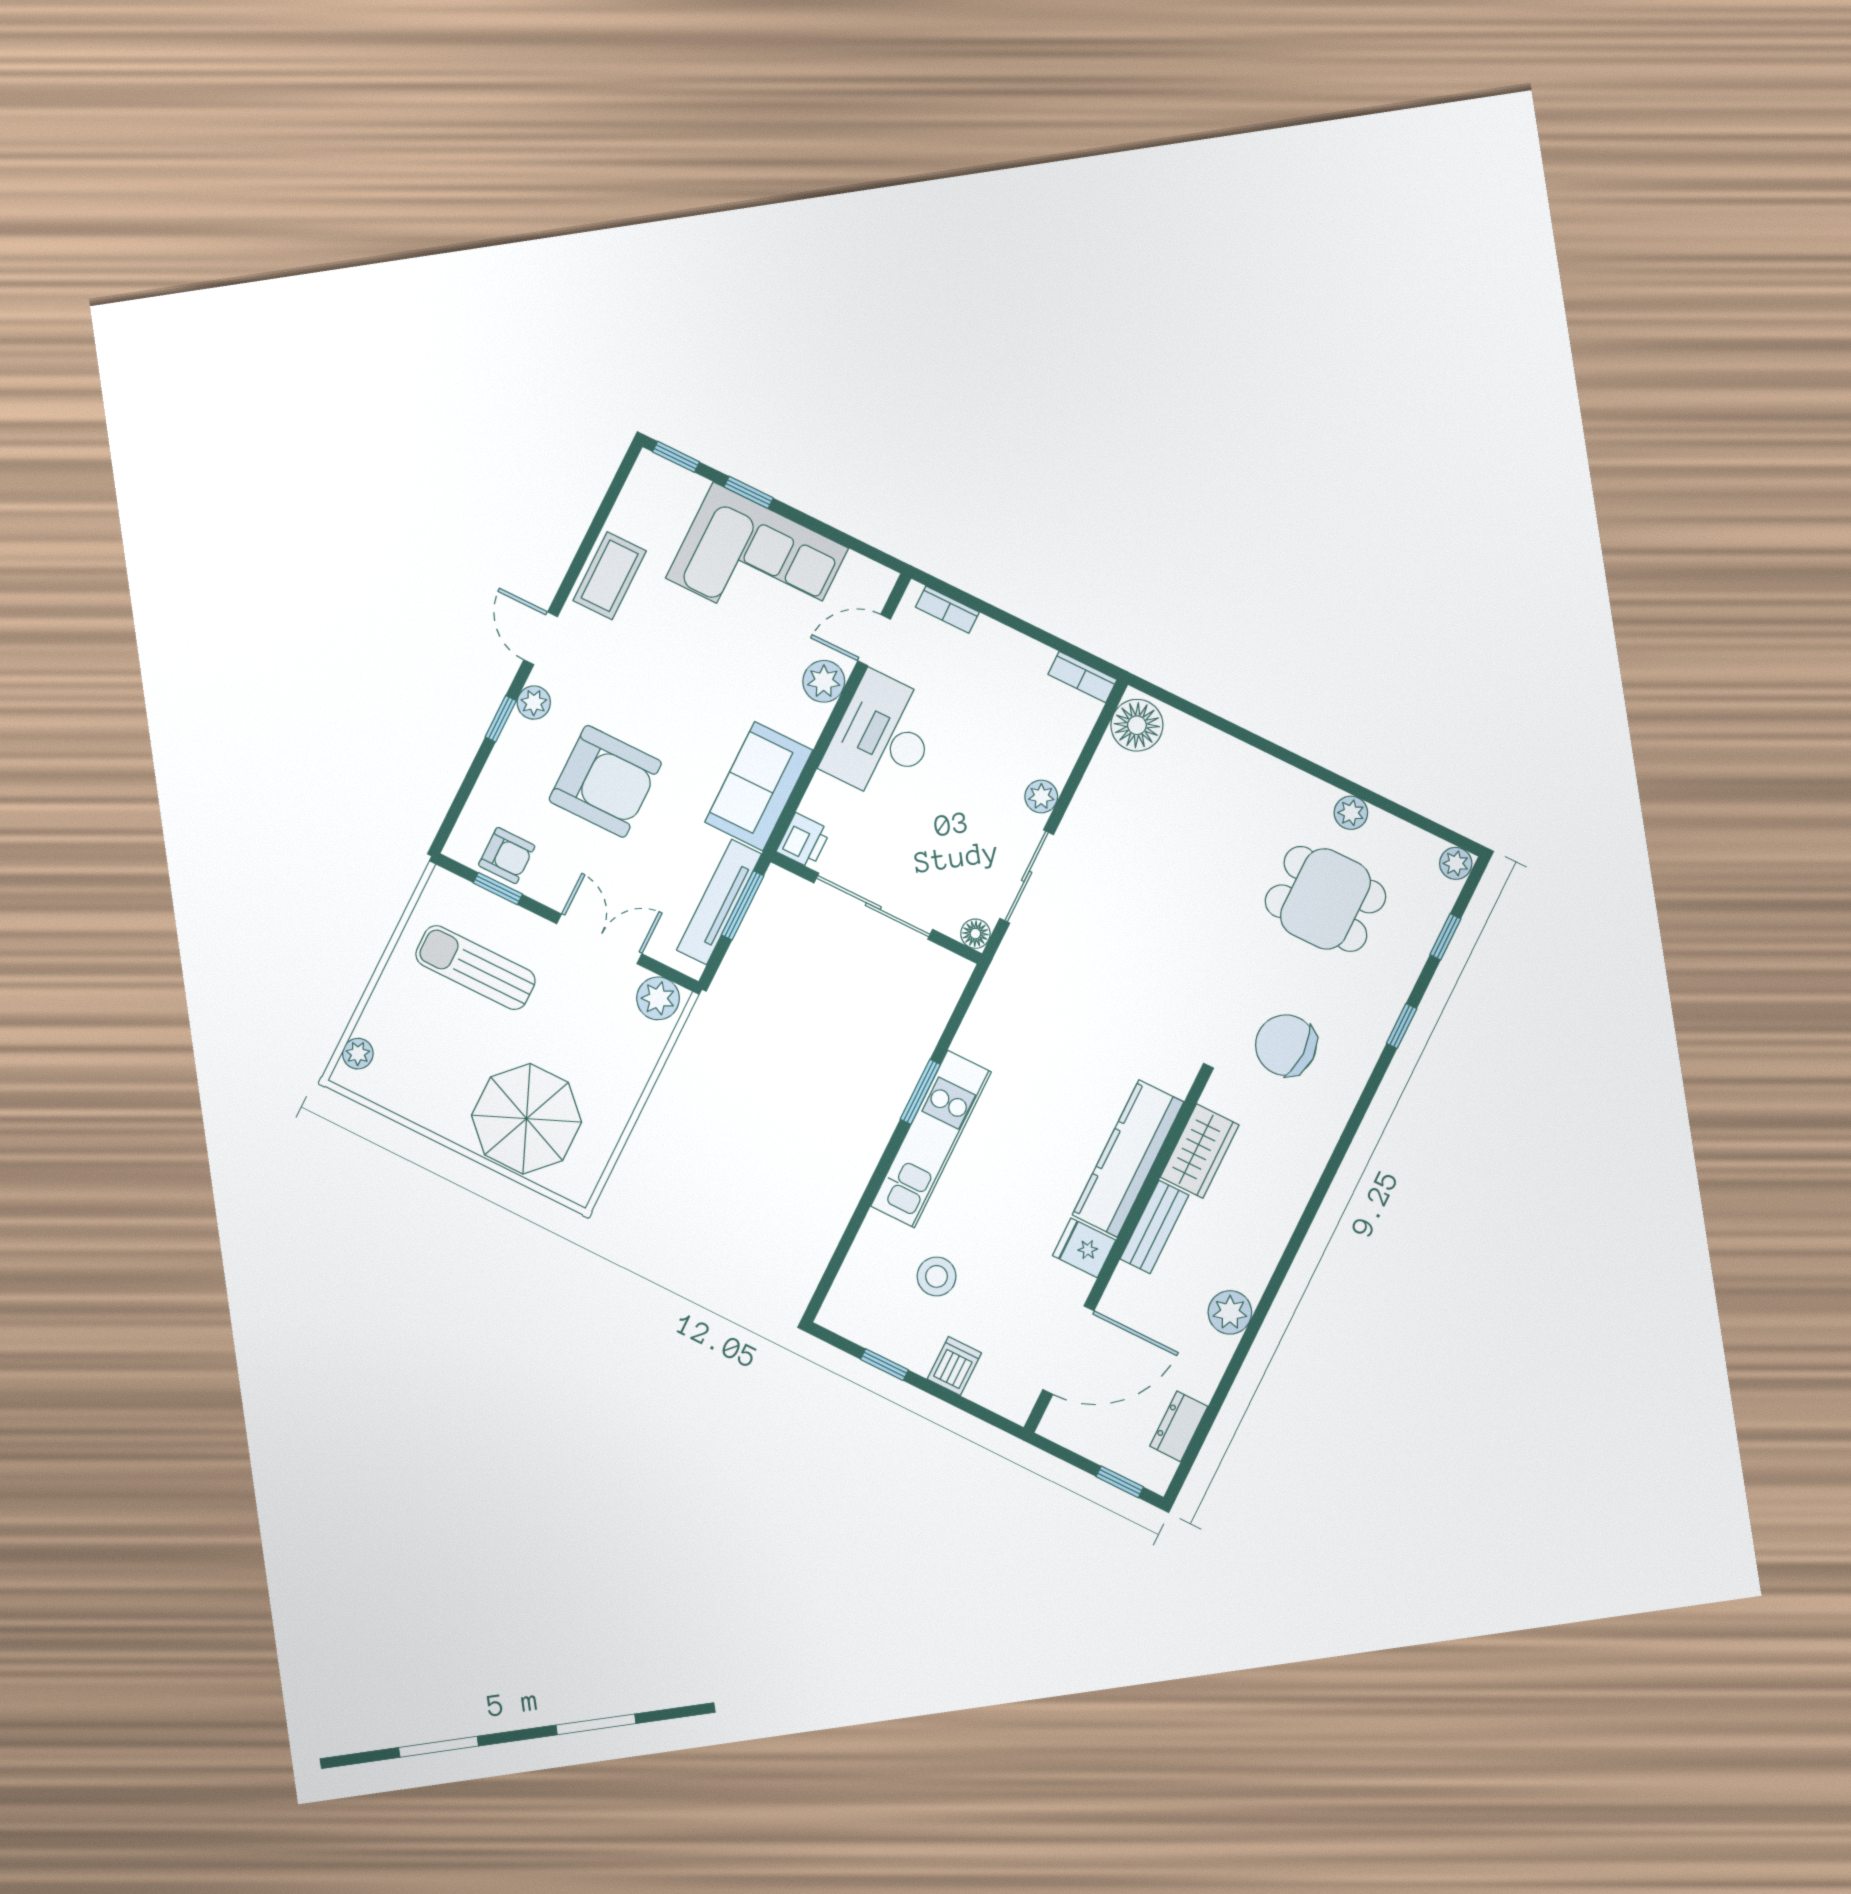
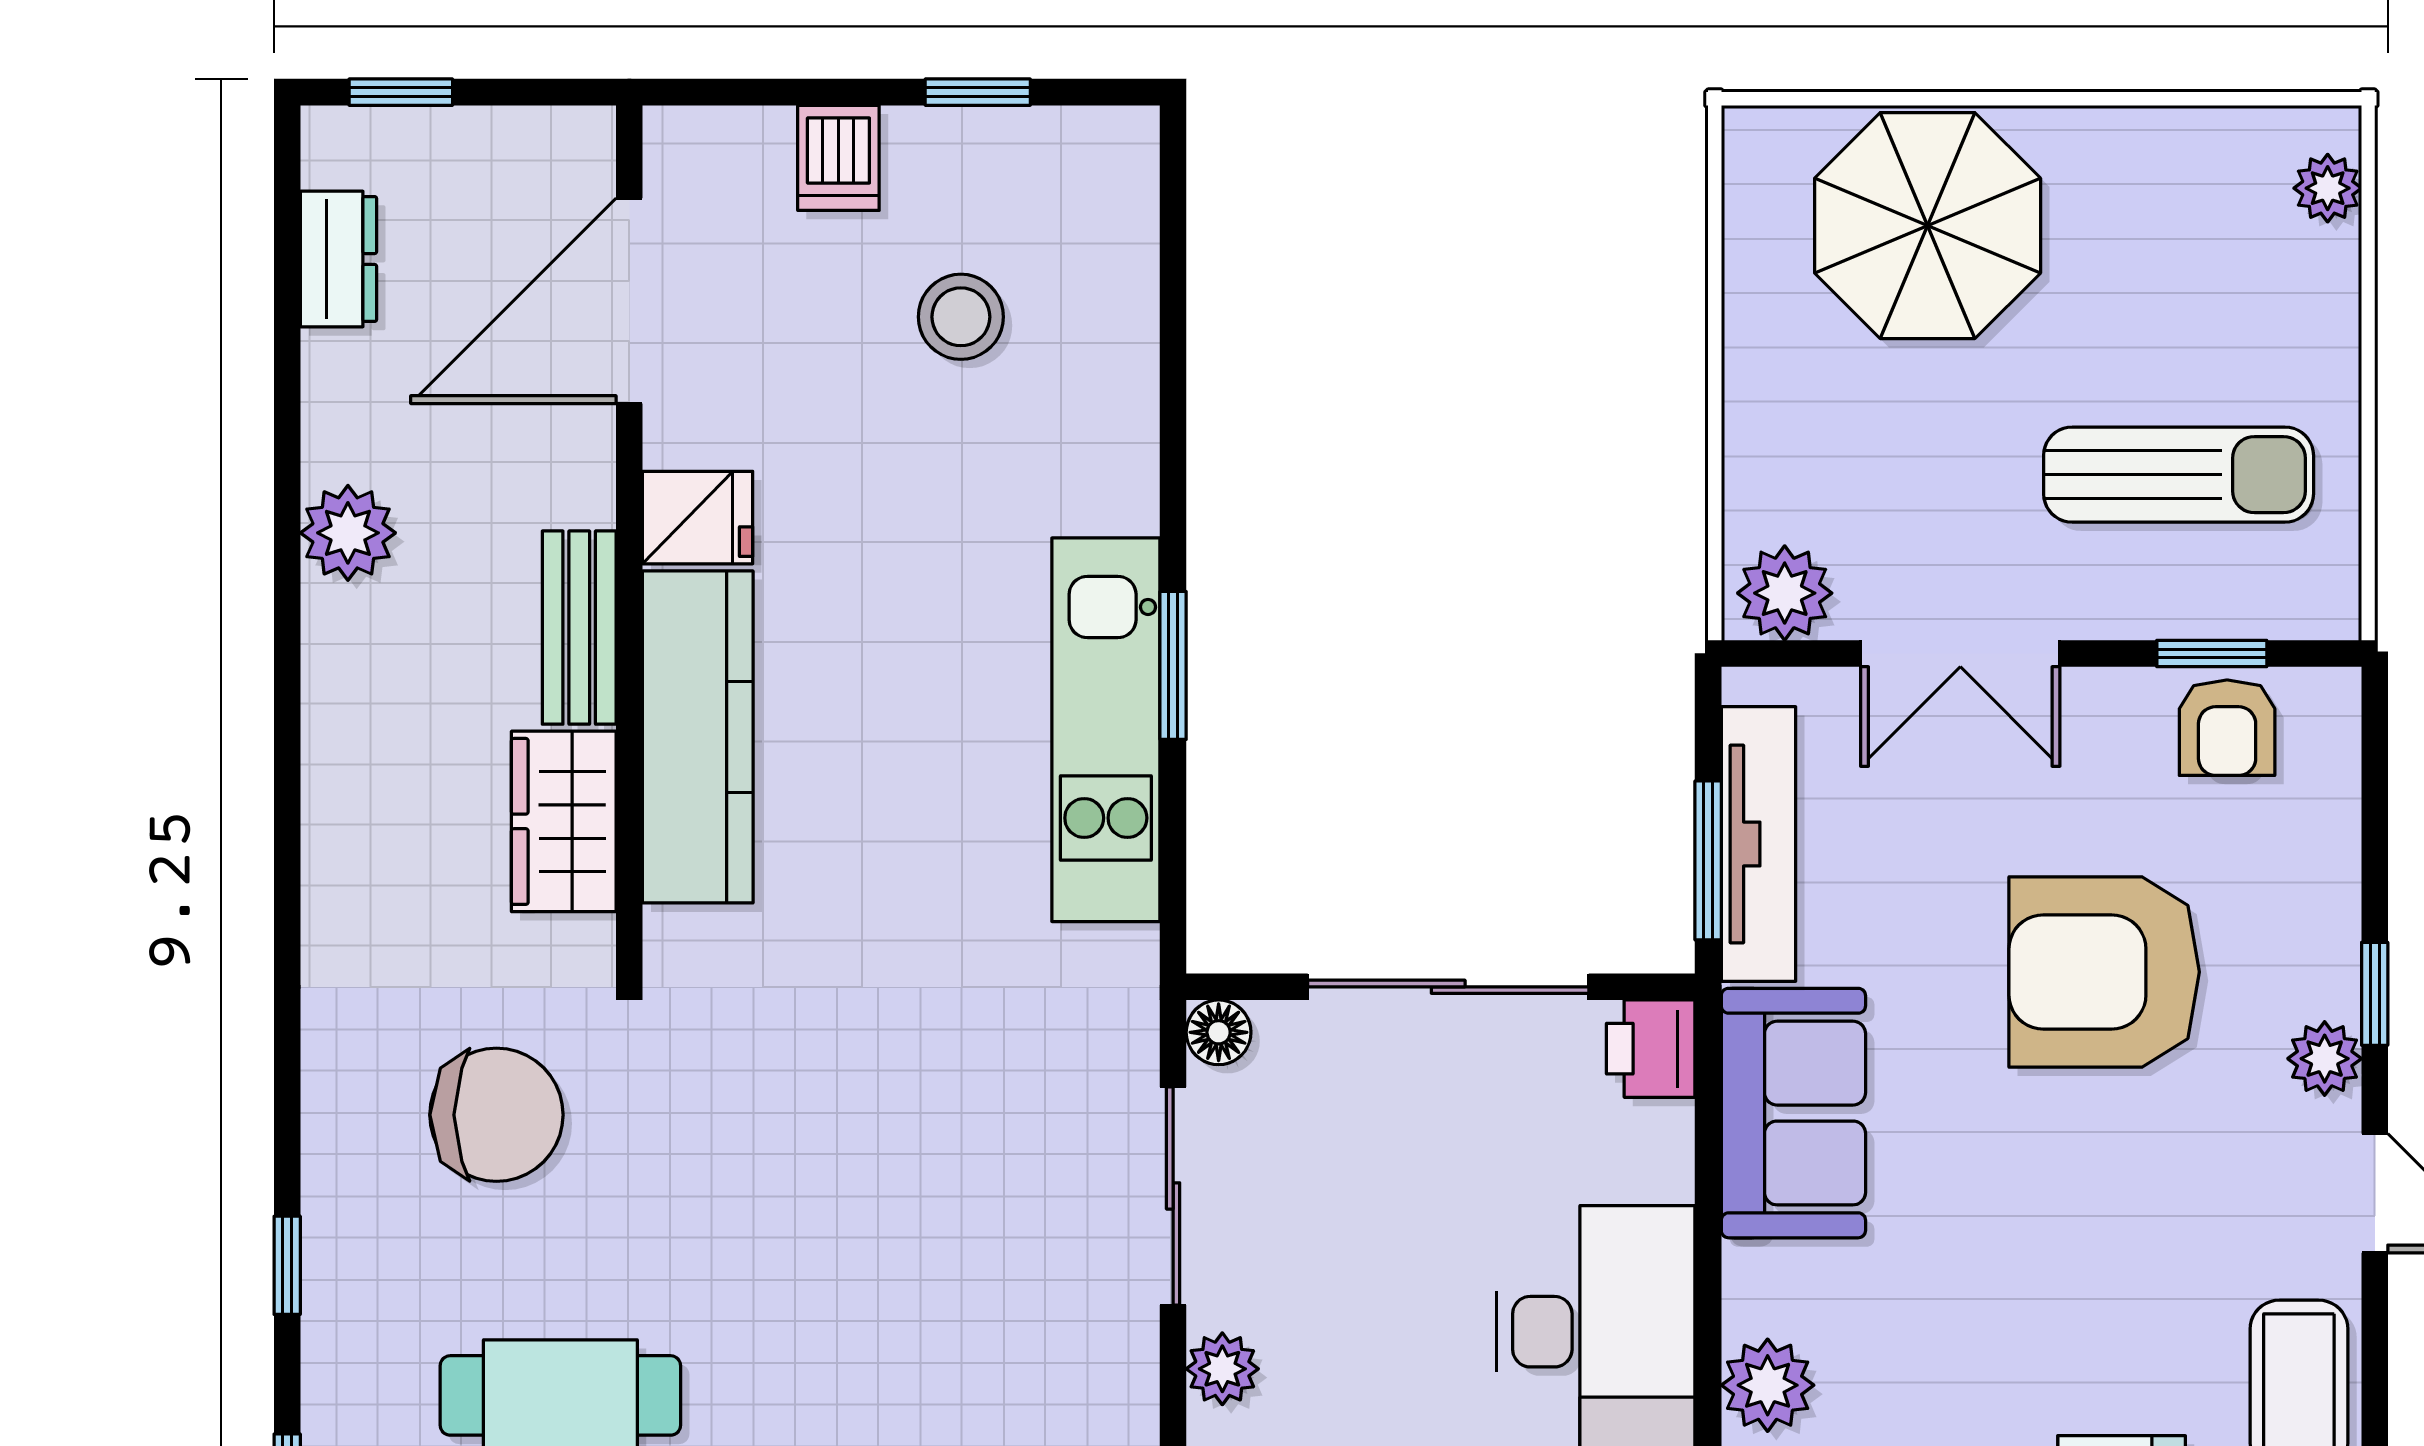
armchair: (507, 856) -> (2227, 728), turned -90
kitchen unit: (931, 1139) -> (1106, 730), moved

